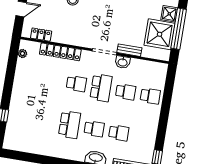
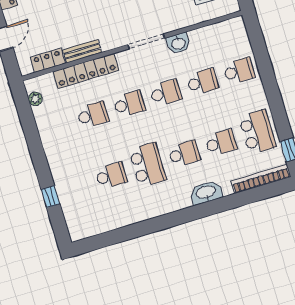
bench: (129, 50) -> (82, 51), moved
school desk: (52, 79) -> (93, 115), added
school desk: (101, 88) -> (166, 93), width x0.54
school desk: (45, 120) -> (111, 176), added
school desk: (143, 137) -> (257, 132), added

